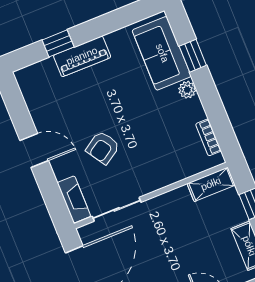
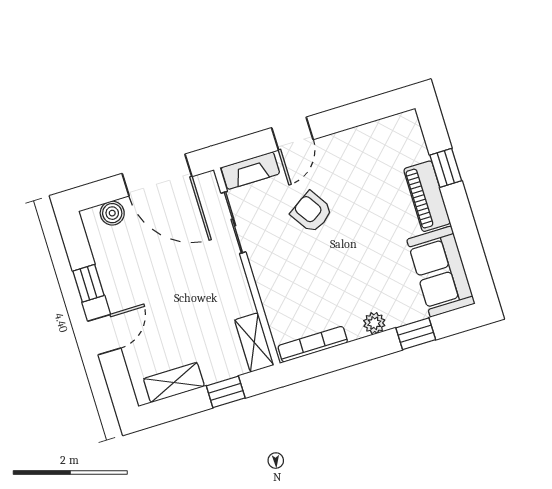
sofa: (162, 53) -> (441, 272), moved, turned -90
bookcase: (208, 137) -> (313, 344), width x1.56
door: (34, 151) -> (292, 134), moved

